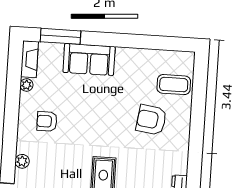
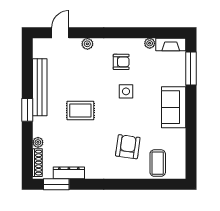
sofa: (89, 59) -> (174, 107), moved
side table: (83, 118) -> (126, 91), added
armchair: (47, 121) -> (121, 62), turned 90

